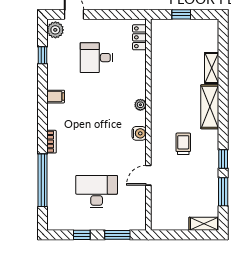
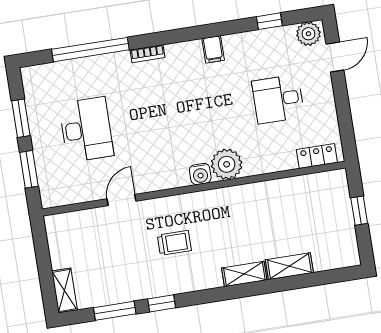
desk: (97, 58) -> (278, 99), turned -90
plant: (140, 105) -> (227, 164), width x1.88, depth x1.88
shelving: (210, 107) -> (244, 274), width x0.67, depth x0.75
water cooler: (139, 133) -> (200, 174), moved
door: (148, 175) -> (121, 200), hinge flipped
window: (82, 235) -> (21, 118), width x1.50

